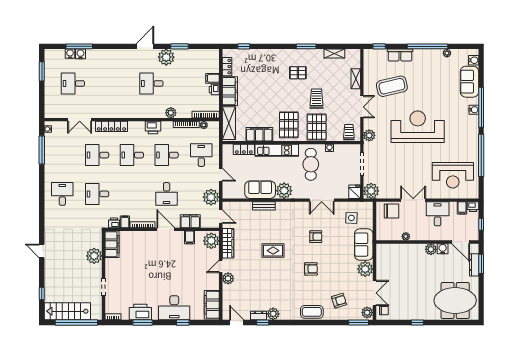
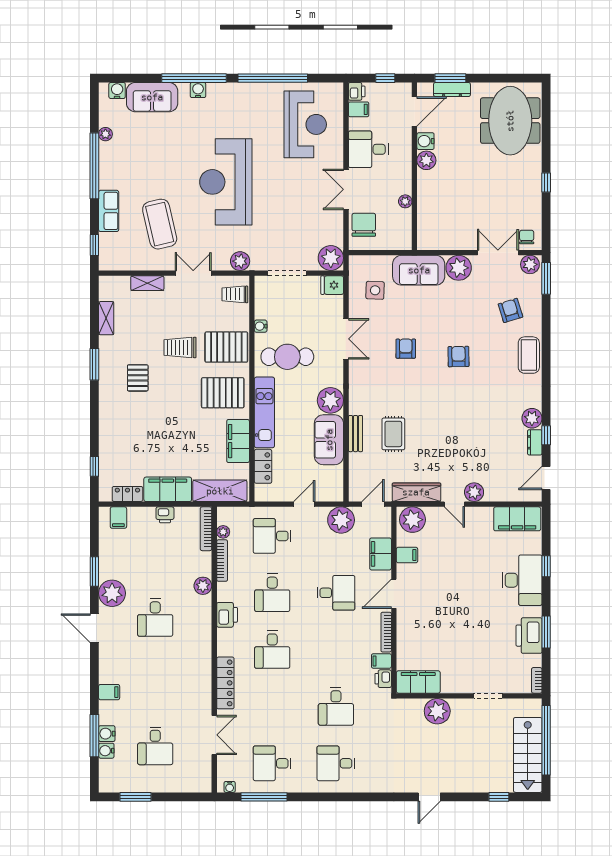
filing cabinet: (106, 55) -> (109, 692), added
filing cabinet: (213, 78) -> (118, 518), moved
desk: (97, 155) -> (272, 763), moved, turned 90
rug: (273, 251) -> (393, 434), moved

